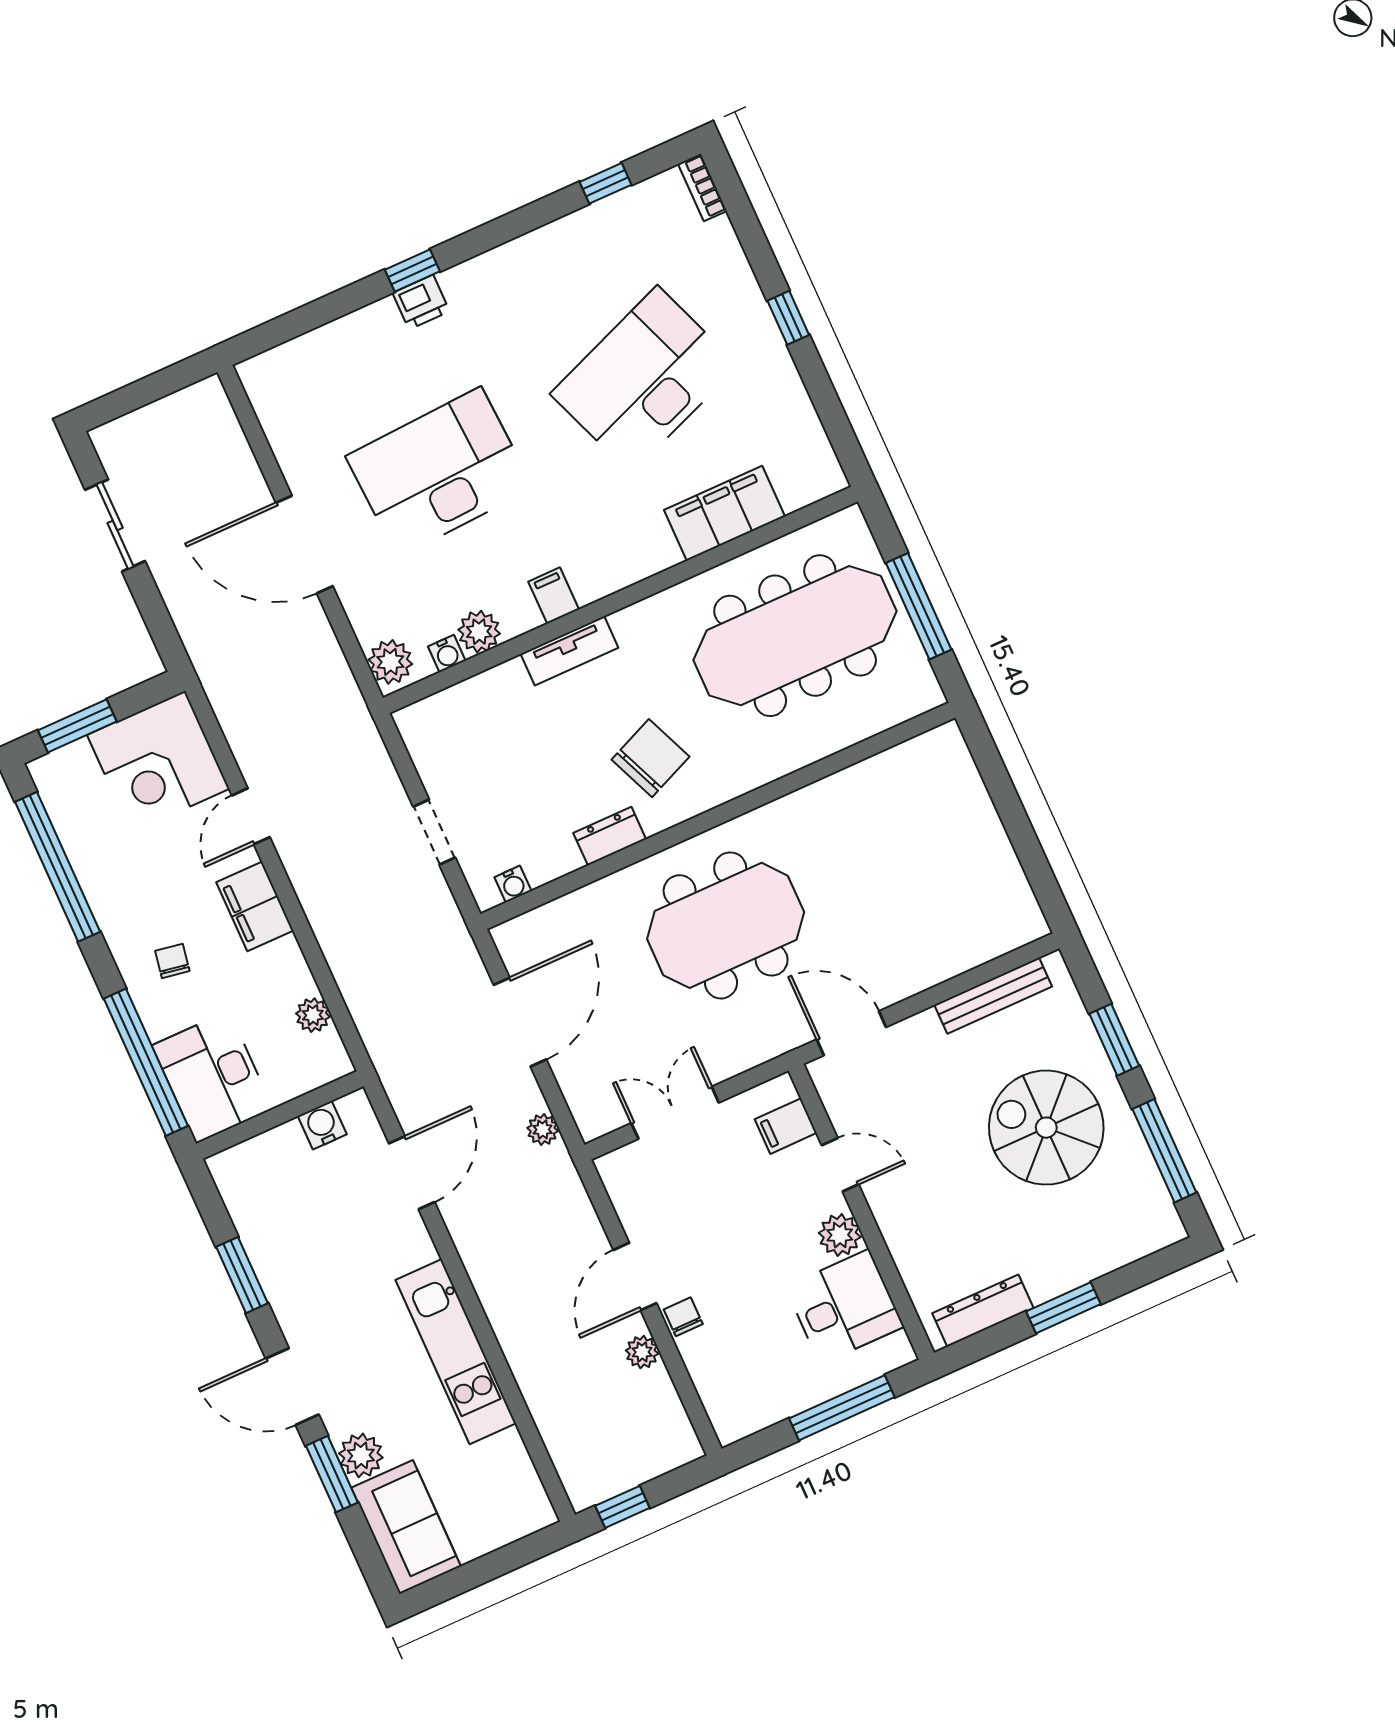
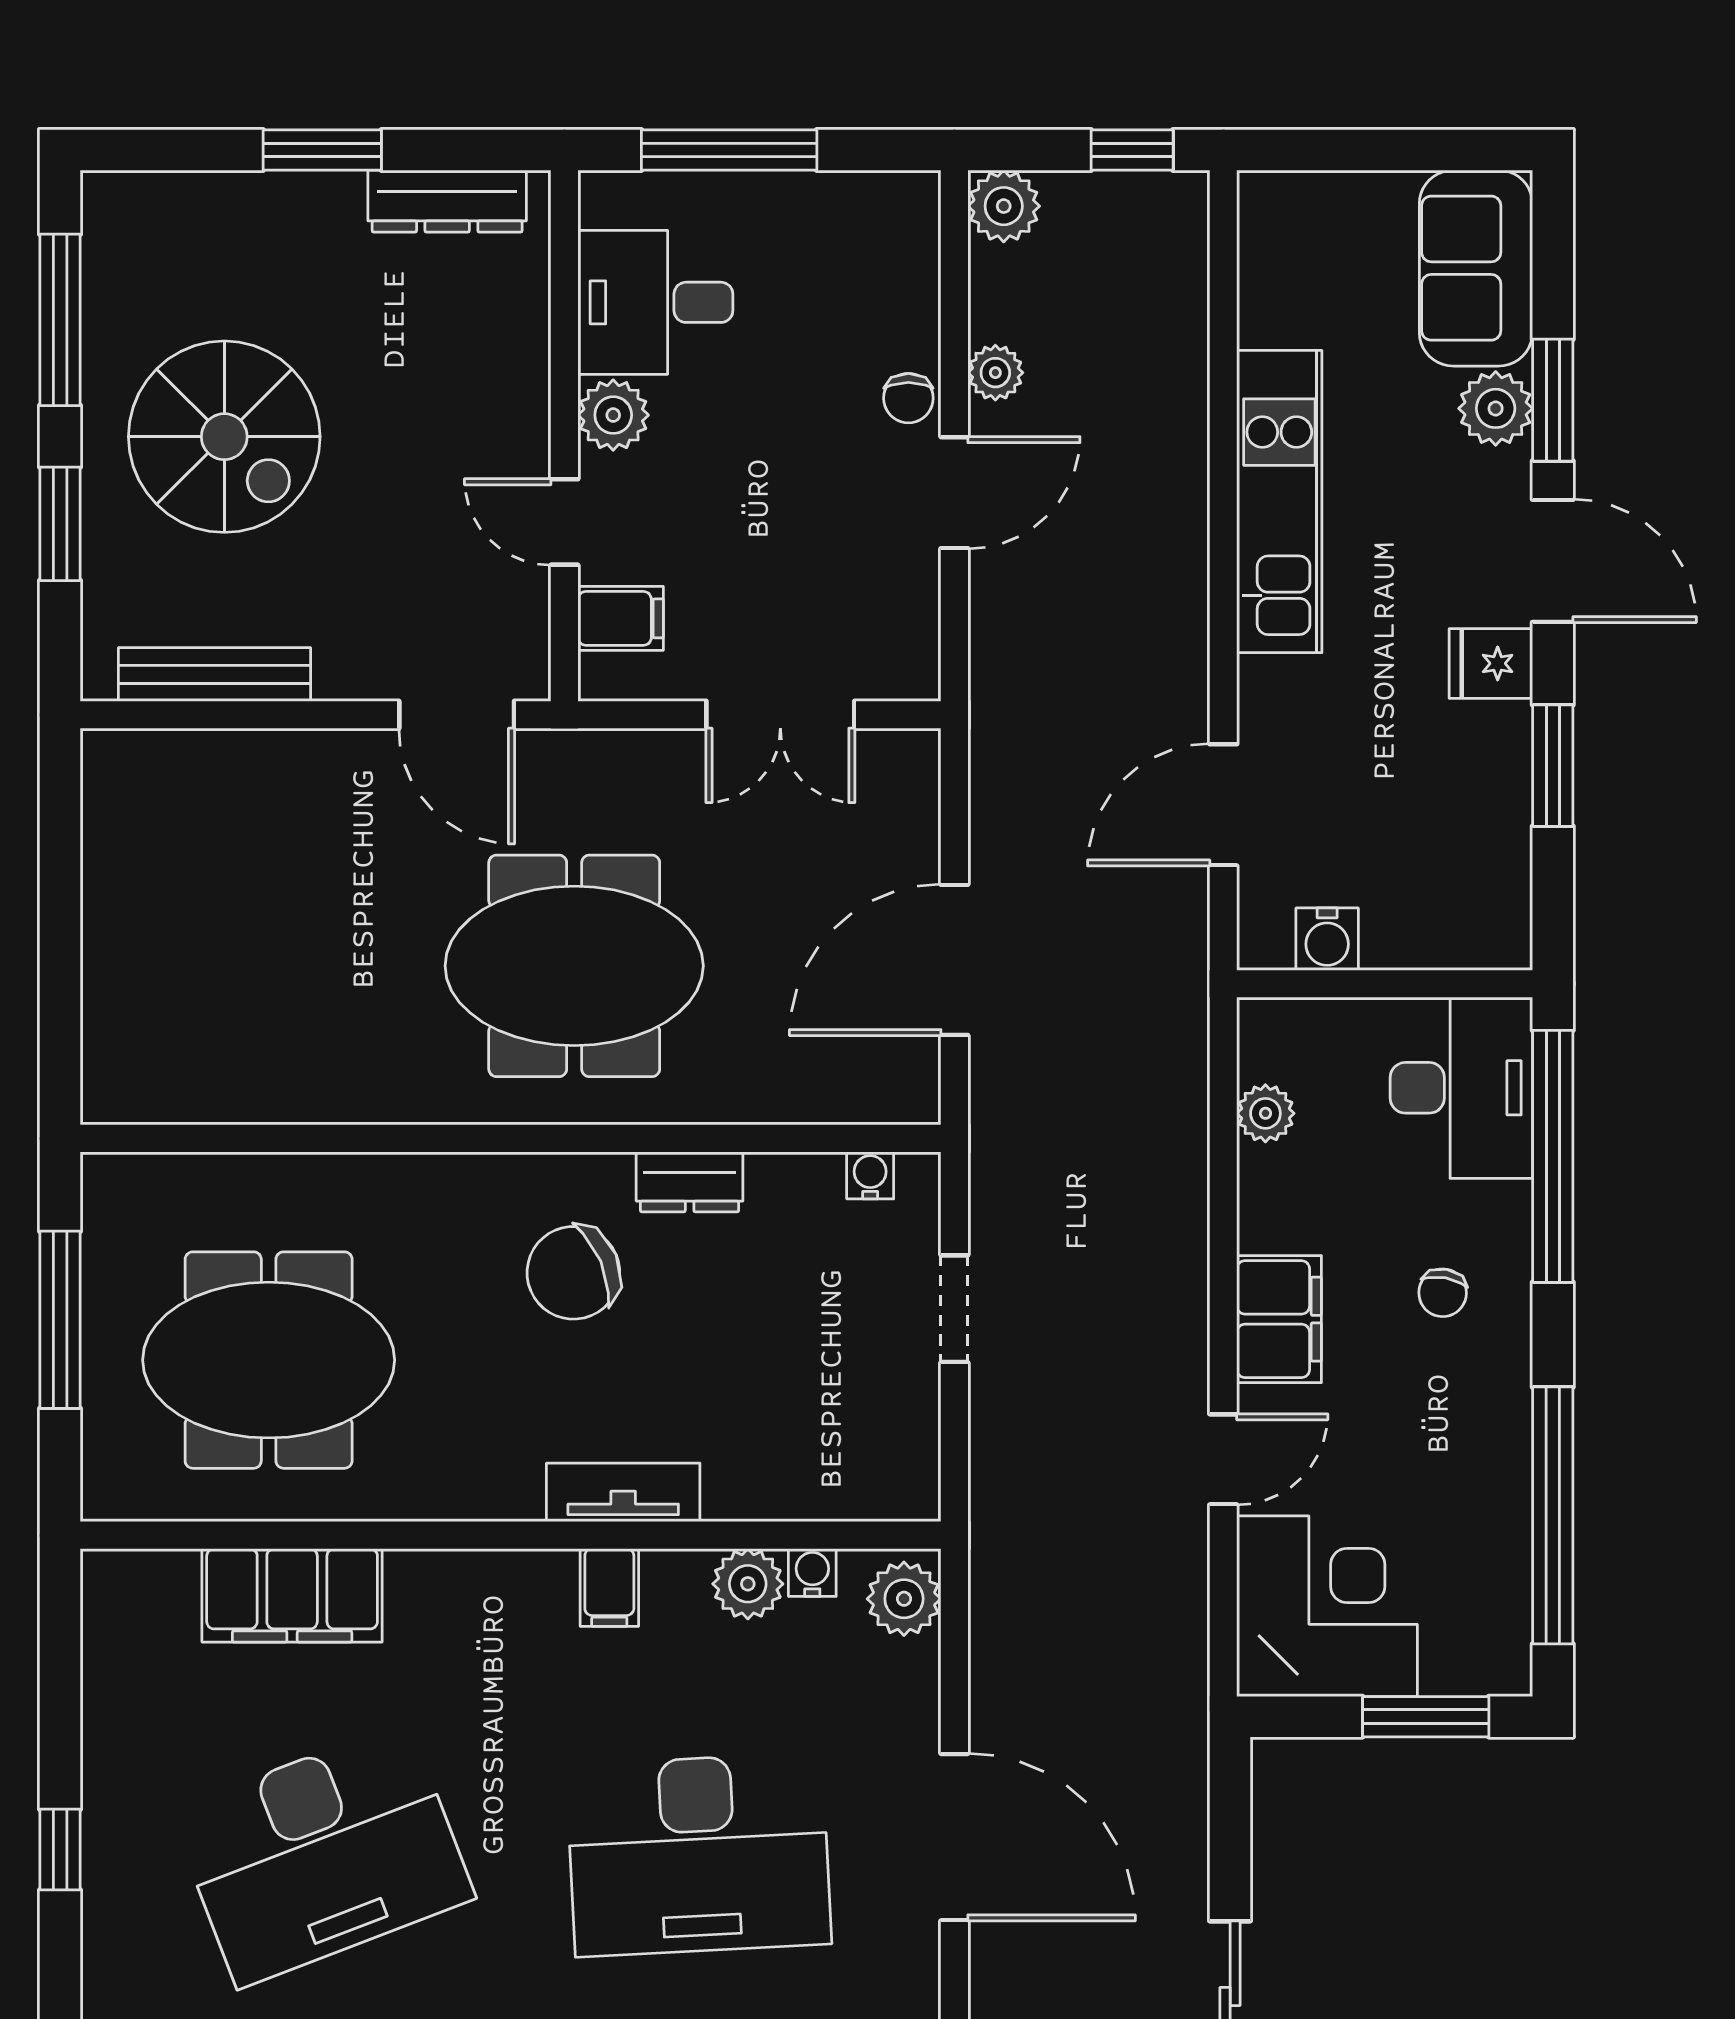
meeting table: (795, 636) -> (269, 1360), width x0.73
plant: (543, 1130) -> (1004, 206), moved, width x1.38, depth x1.38
fridge: (301, 1315) -> (1491, 663), added

